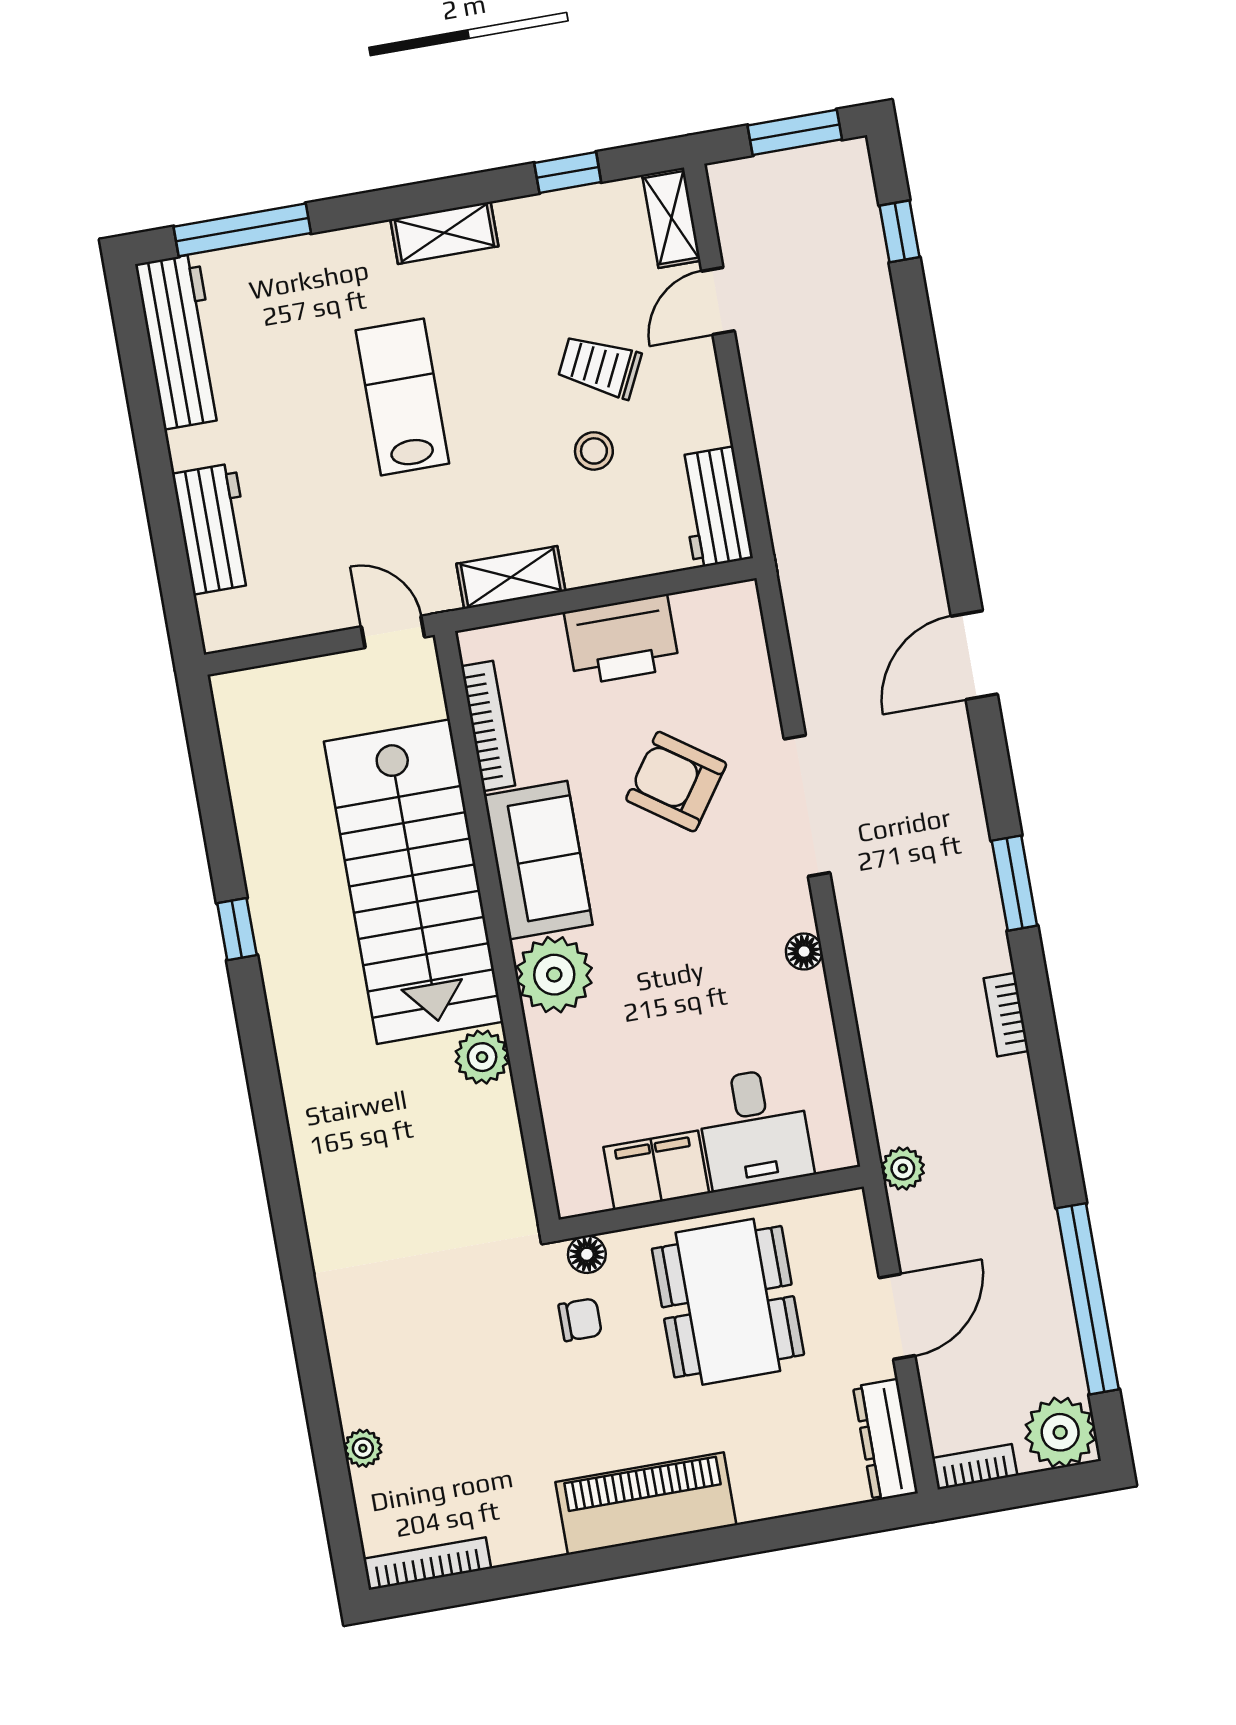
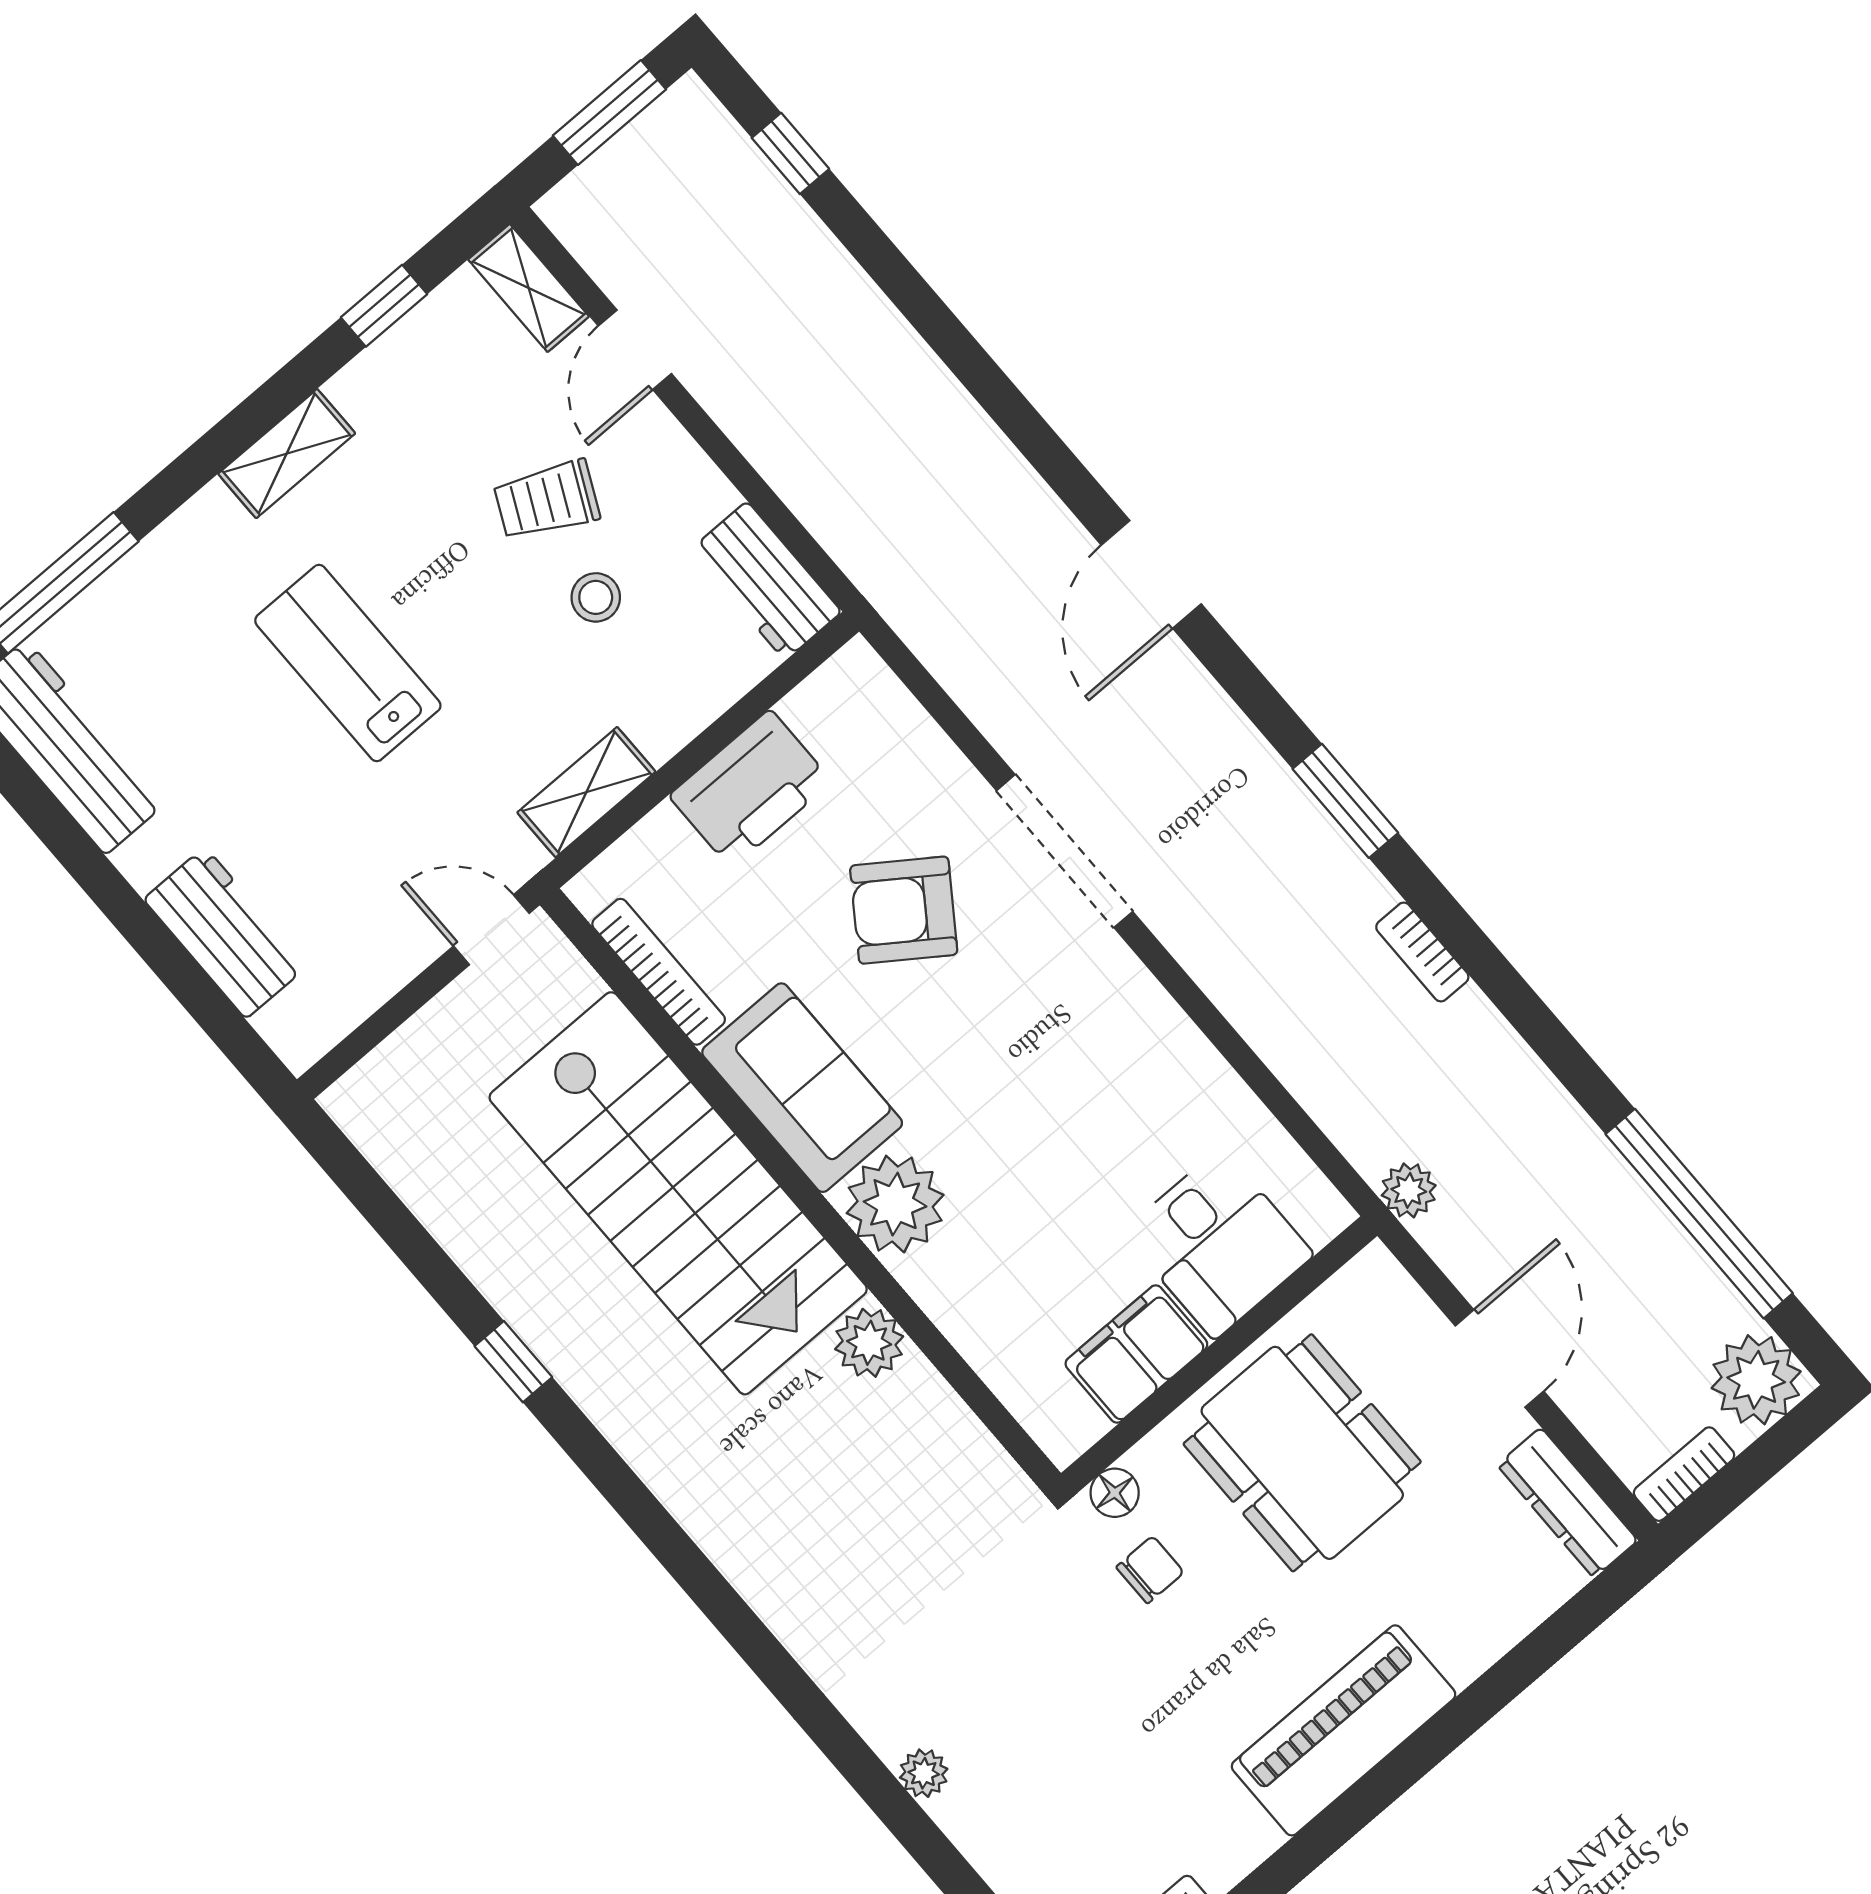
floor lamp: (804, 952) -> (1157, 1015), removed
plant: (363, 1448) -> (924, 1773), moved

